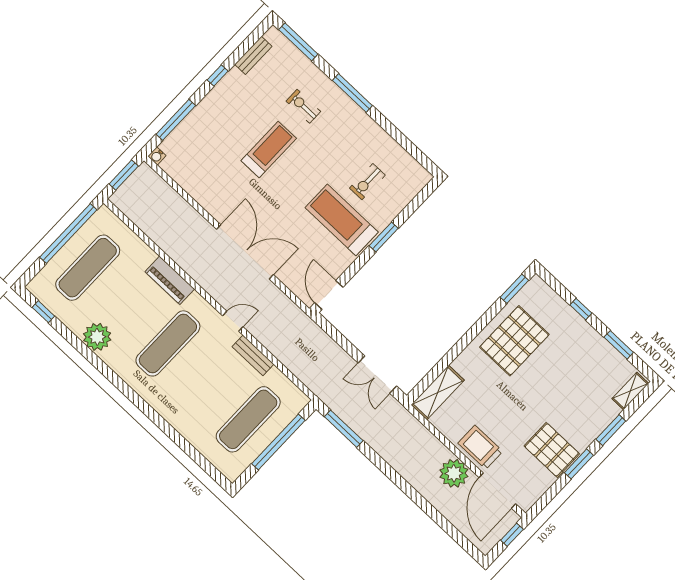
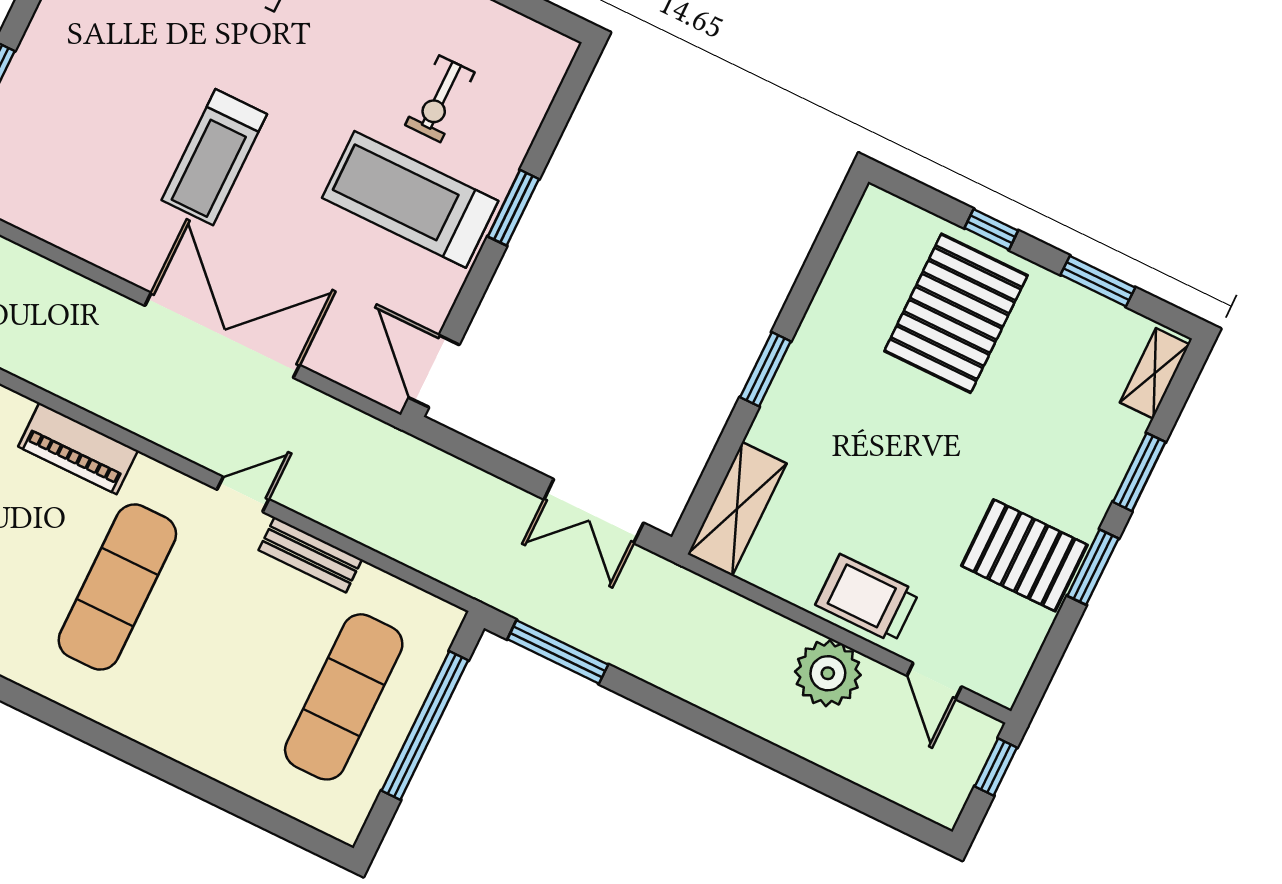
treadmill: (269, 149) -> (214, 157), moved, turned 180
window: (514, 289) -> (765, 369), moved
pallet: (514, 341) -> (956, 313), moved
door: (497, 491) -> (934, 681), width x0.53

